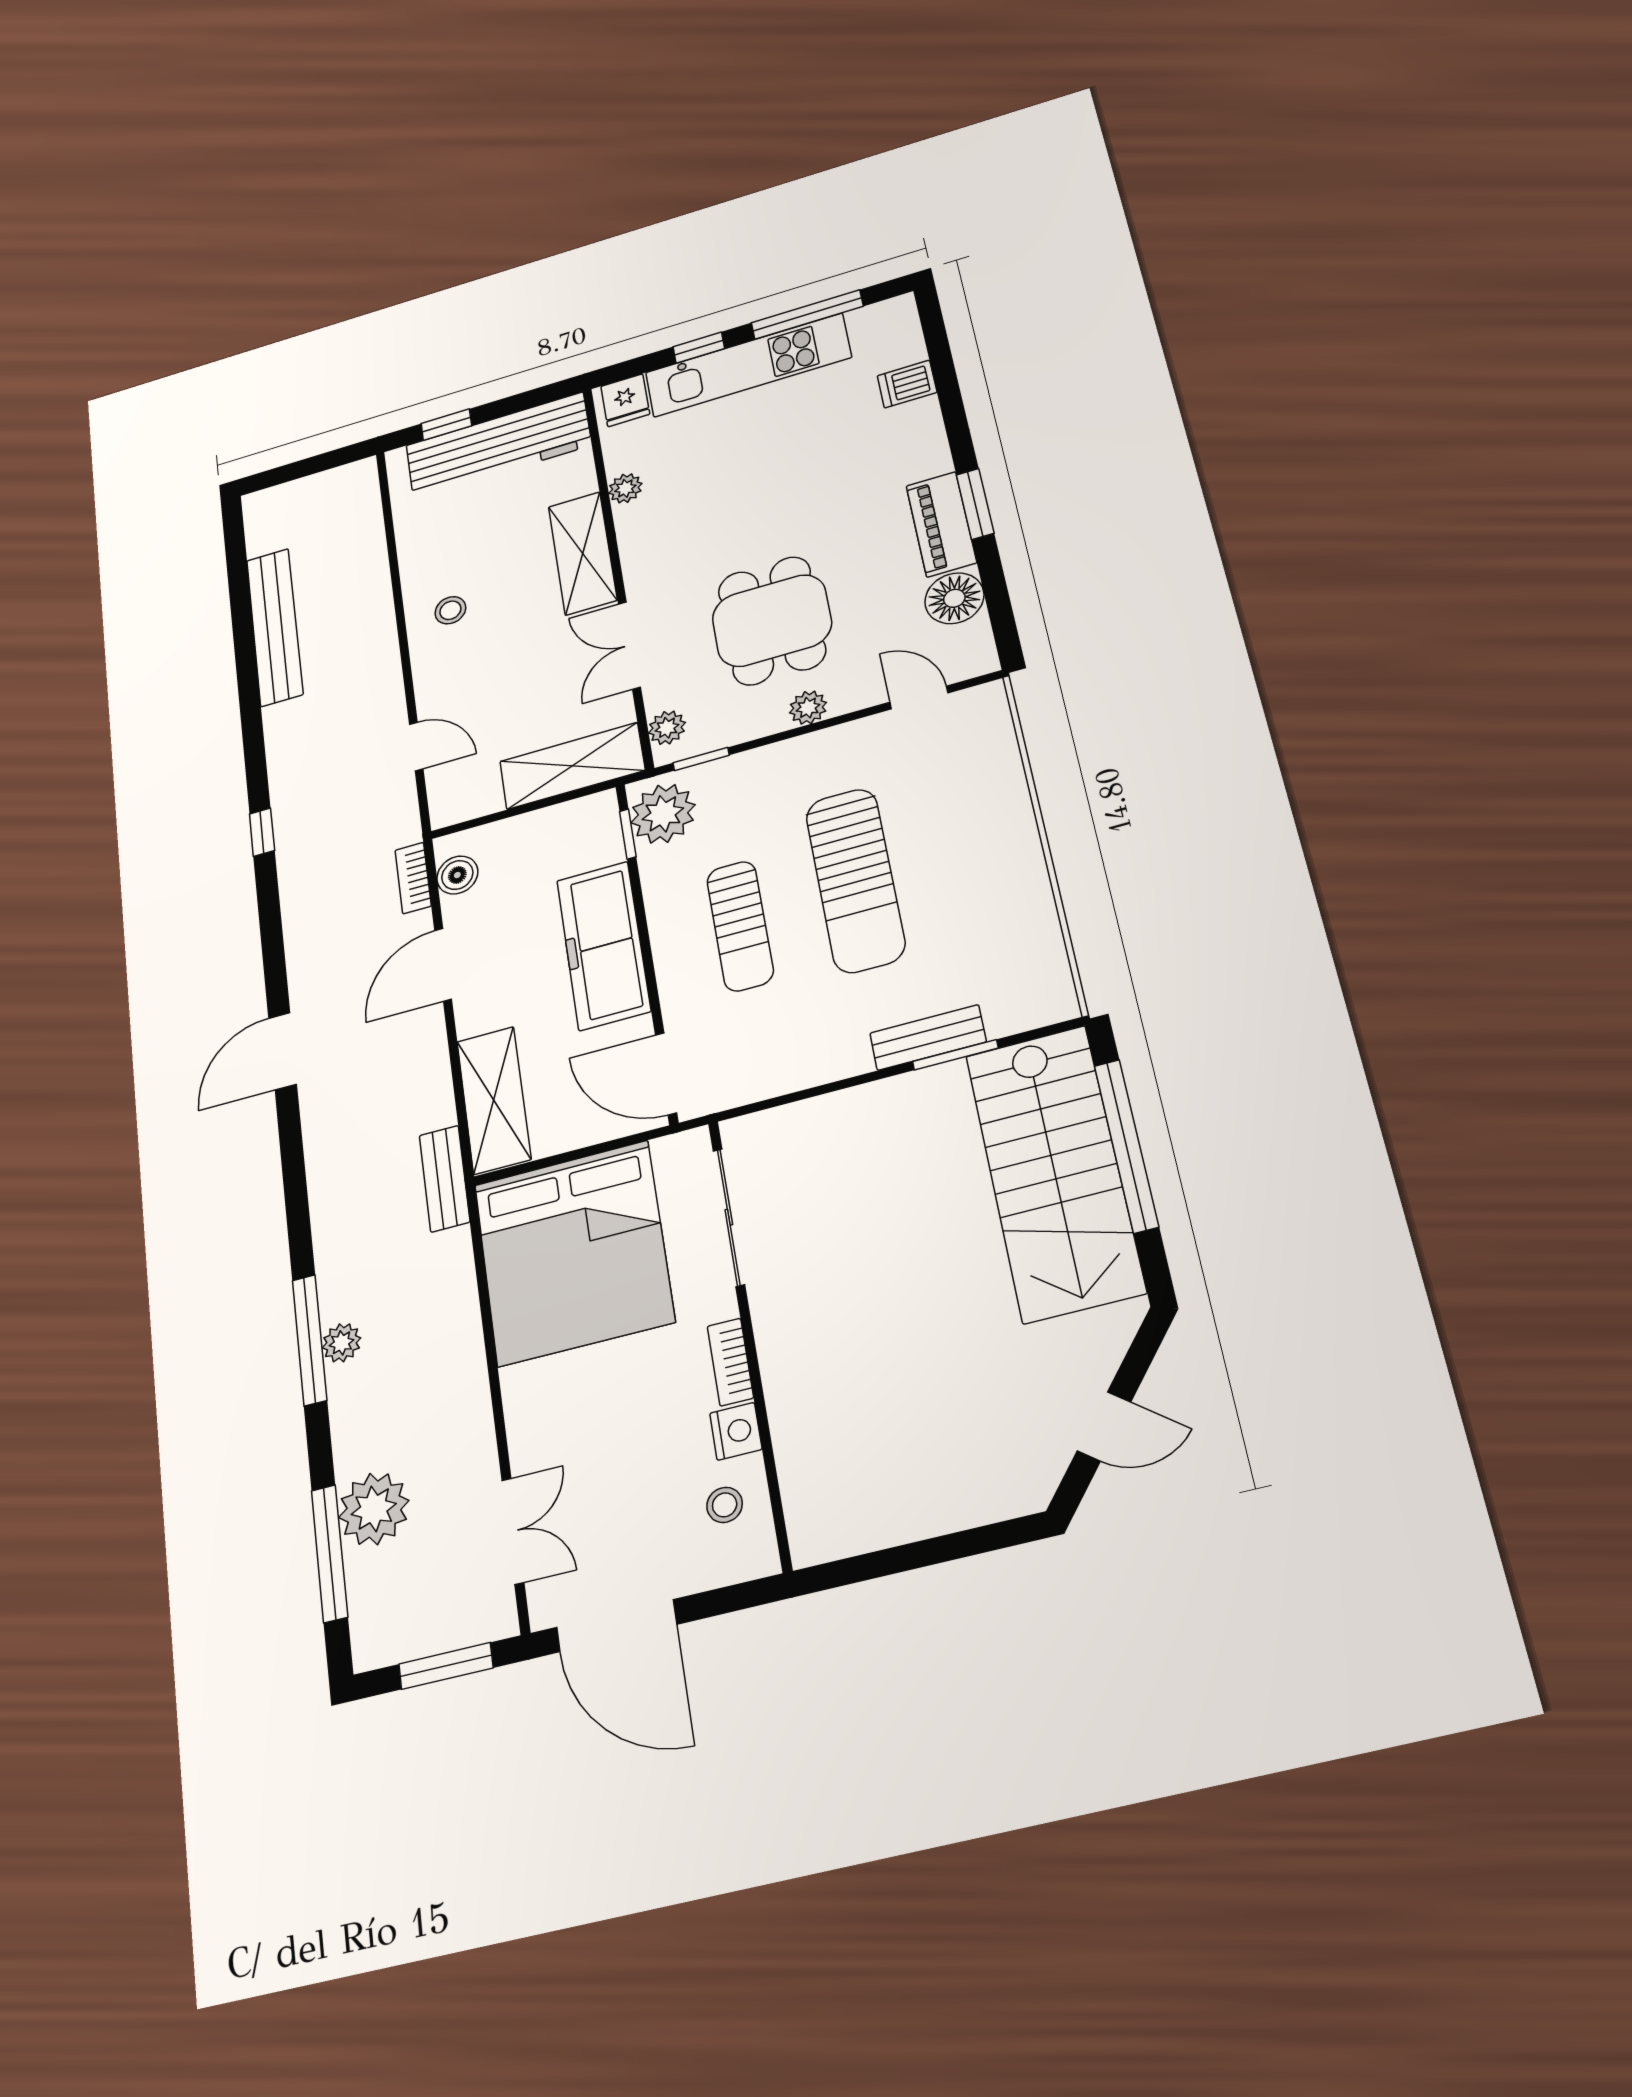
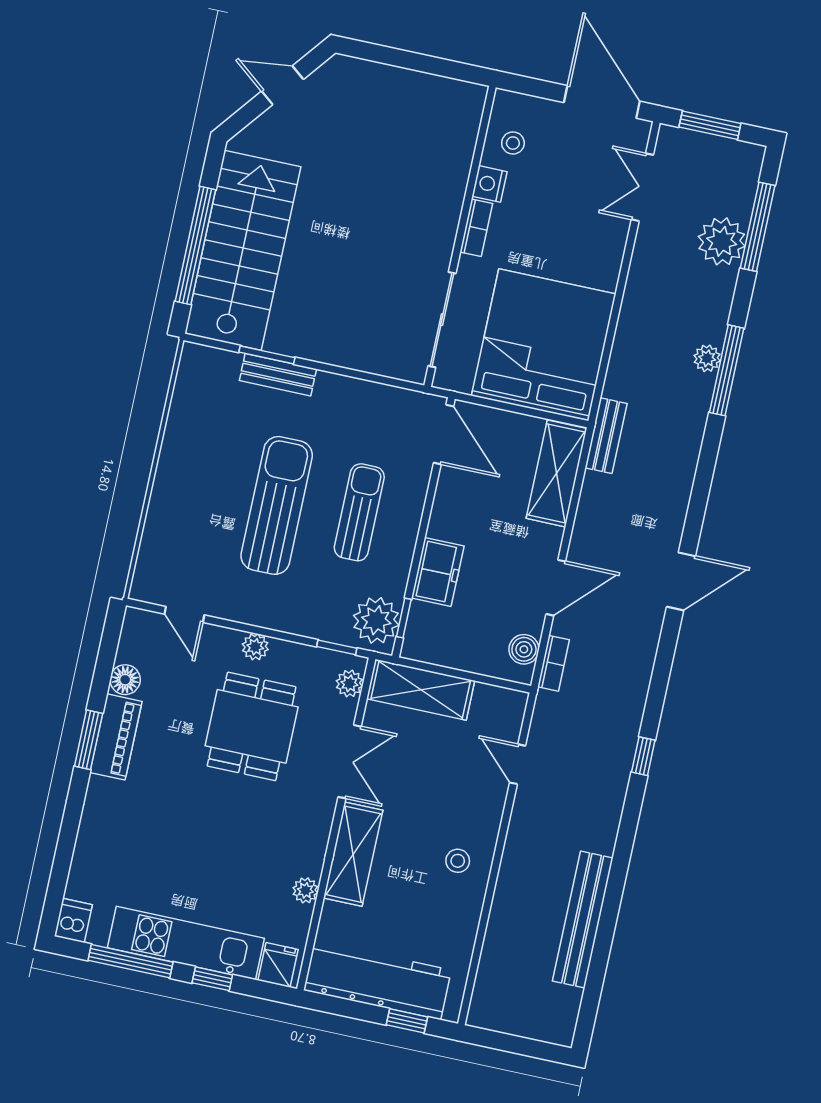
dishwasher: (907, 384) -> (73, 920), moved, turned -90
floor lamp: (954, 598) -> (125, 680), width x0.73, depth x0.73
freezer: (603, 945) -> (438, 572), width x0.52, depth x0.79

